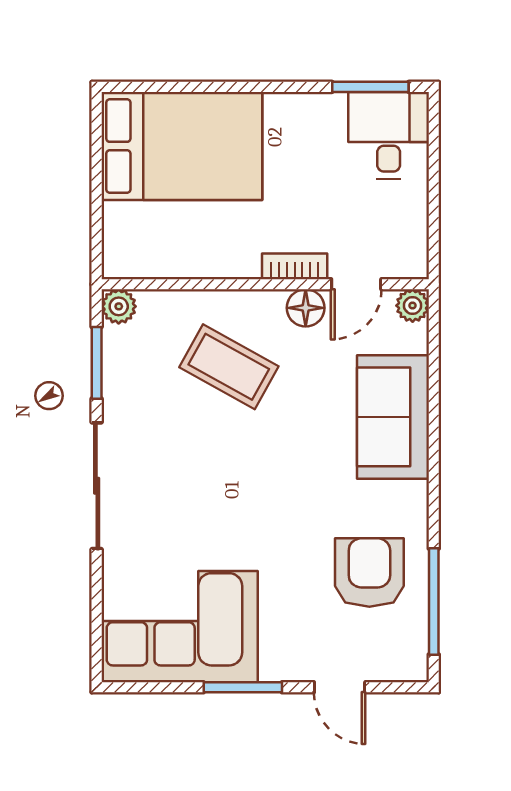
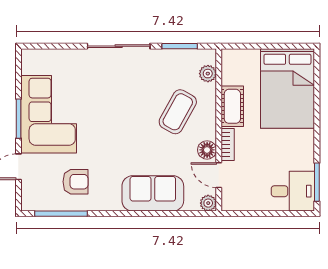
cot: (218, 257) -> (232, 106), added
plant: (119, 306) -> (208, 74), moved
armchair: (369, 572) -> (76, 182), width x0.72, depth x0.72
corner sofa: (180, 627) -> (49, 114), moved

